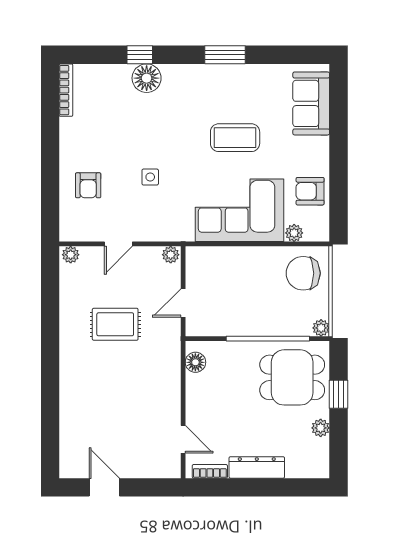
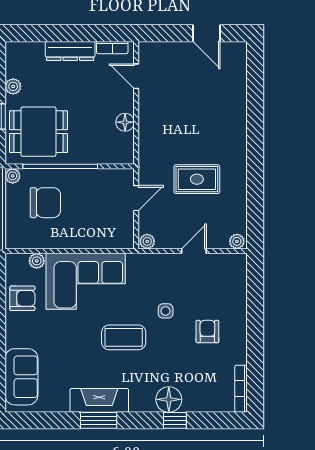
fireplace: (224, 77) -> (99, 400), added
coffee table: (235, 138) -> (124, 337), moved
armchair: (88, 185) -> (207, 331), moved
chair: (303, 273) -> (45, 203), moved
floor lamp: (195, 362) -> (125, 122), moved

